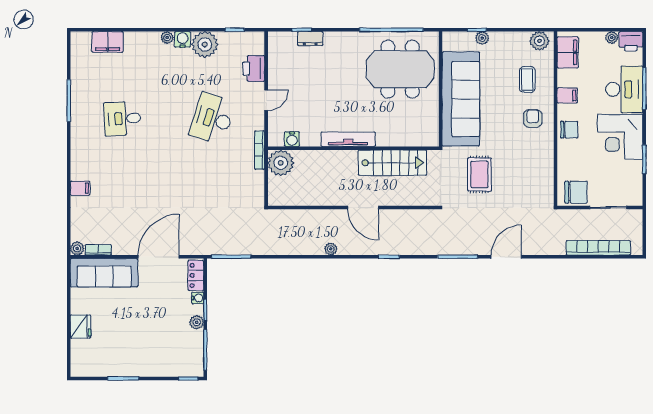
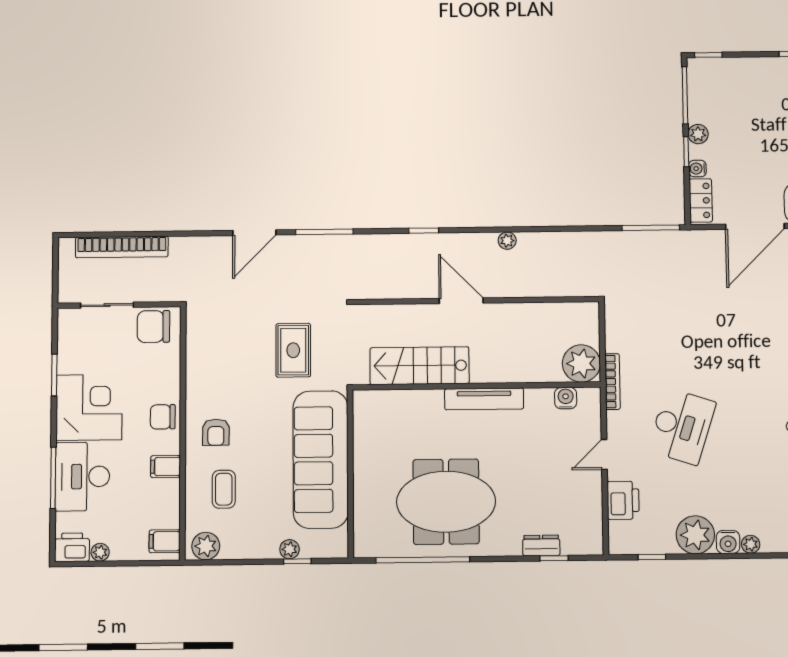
filing cabinet: (568, 52) -> (165, 541), width x0.50
meeting table: (400, 69) -> (446, 502), moved

